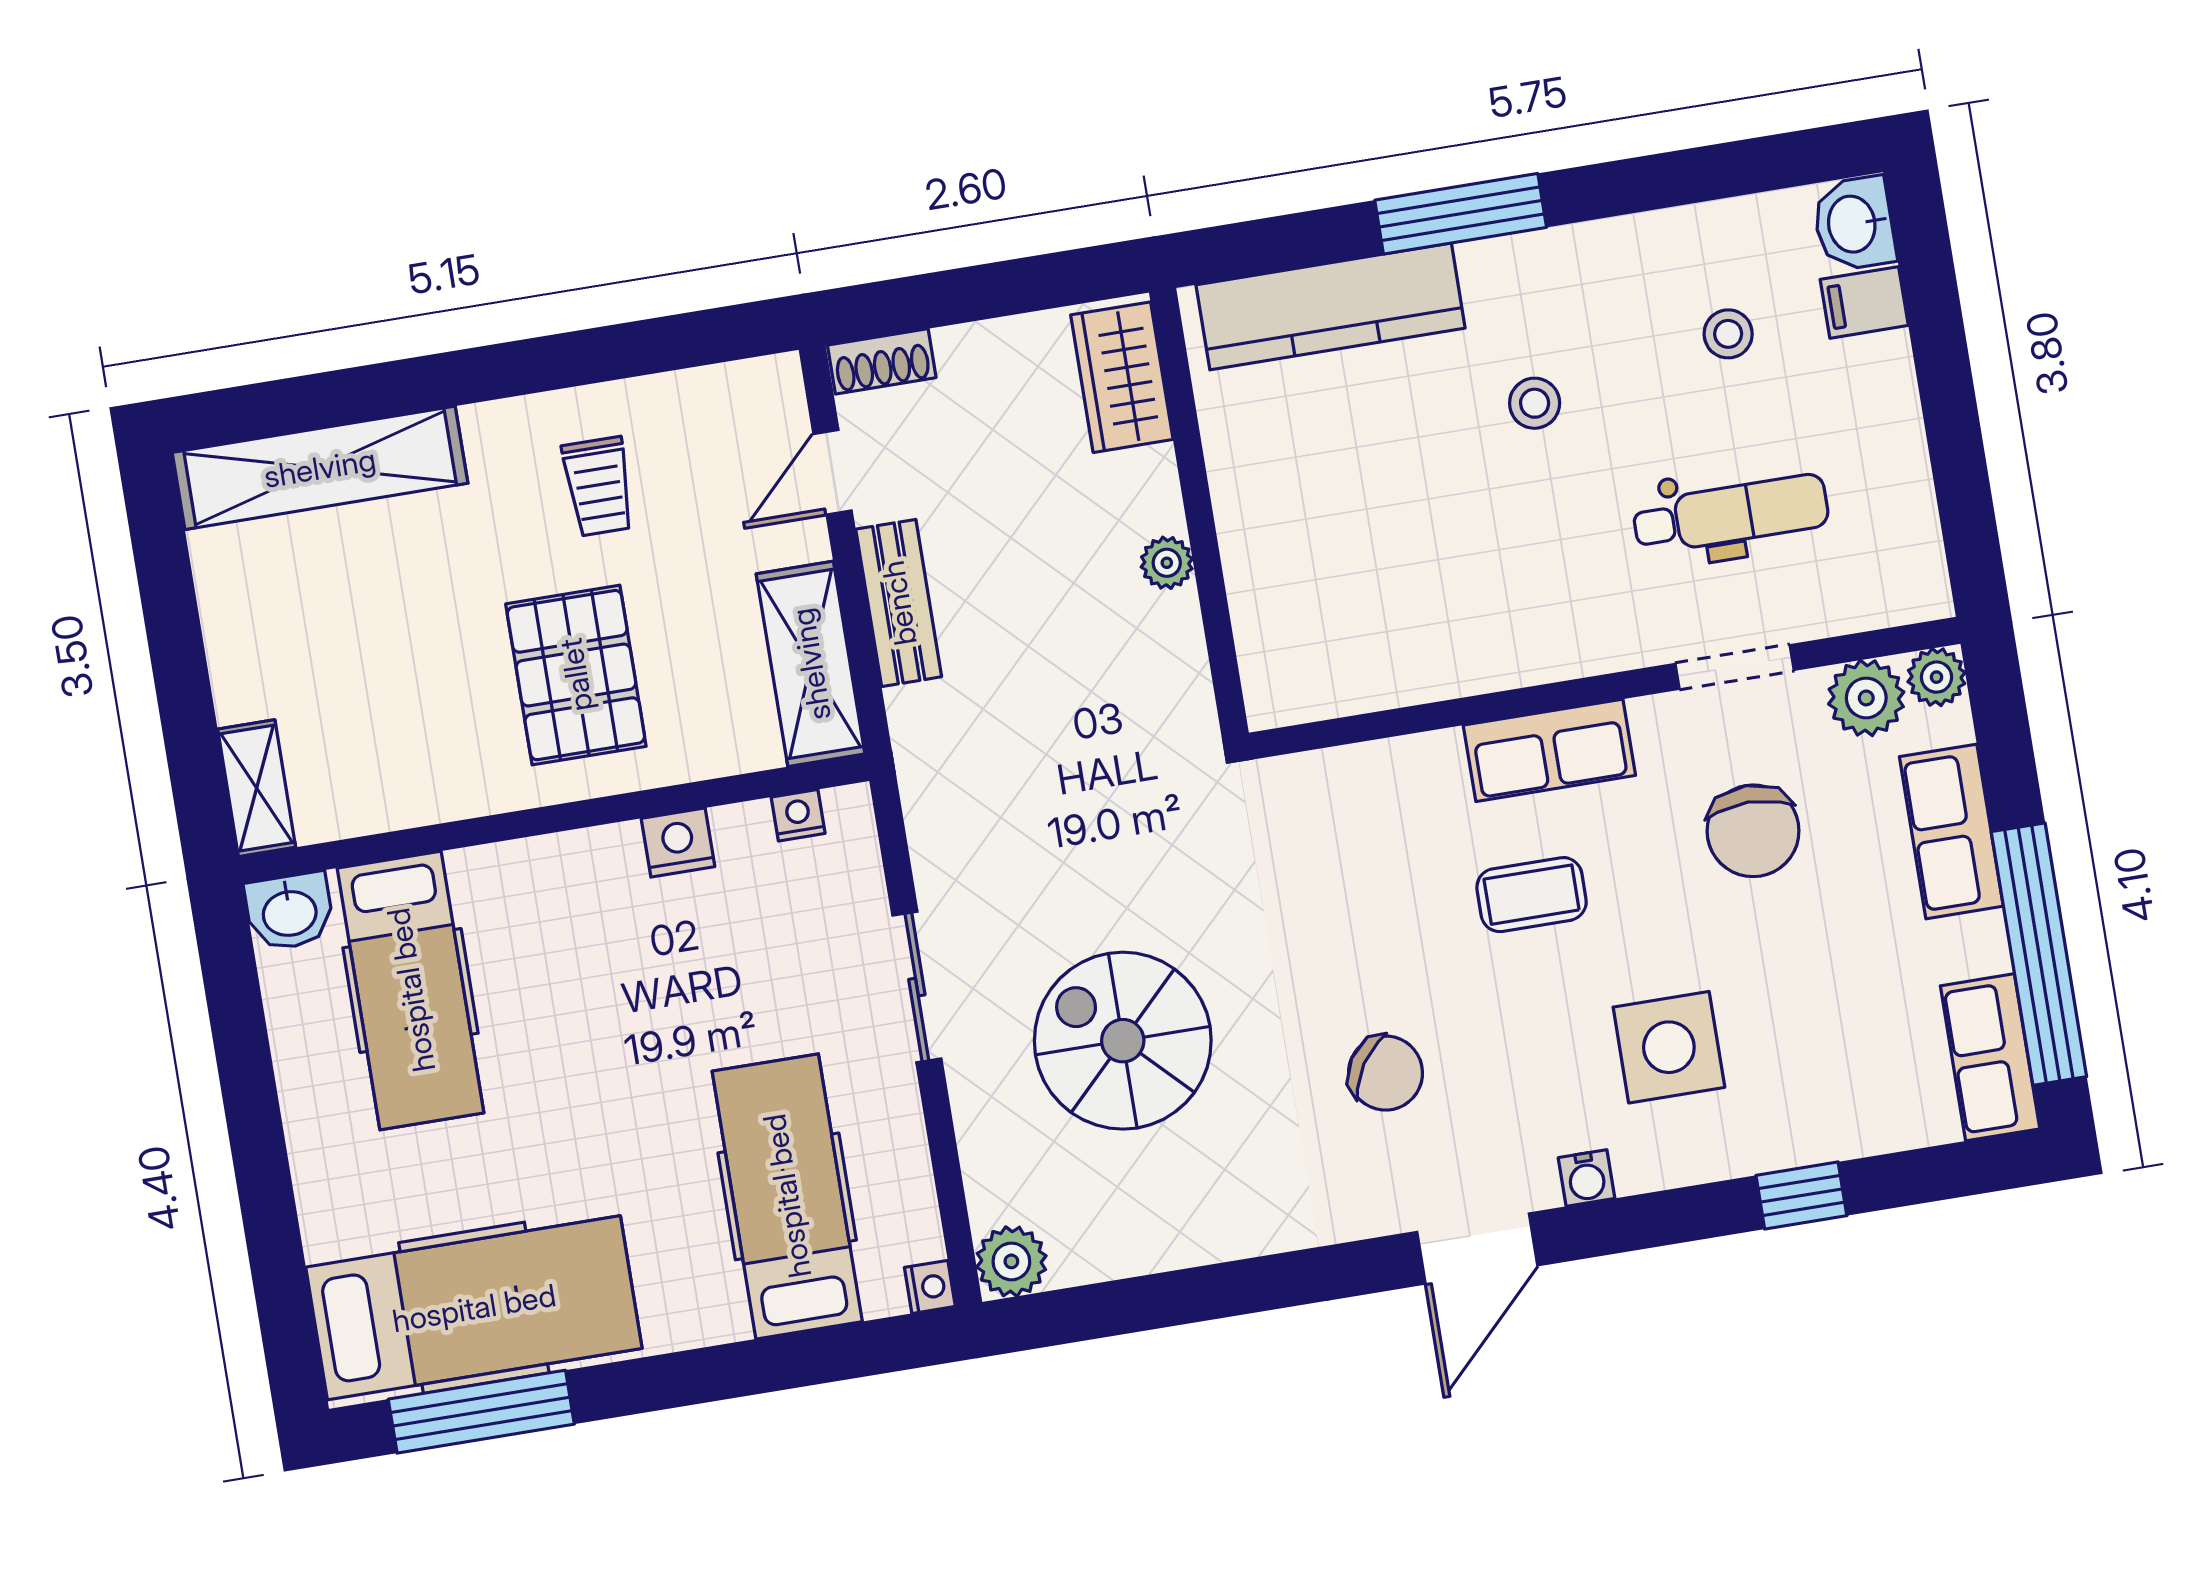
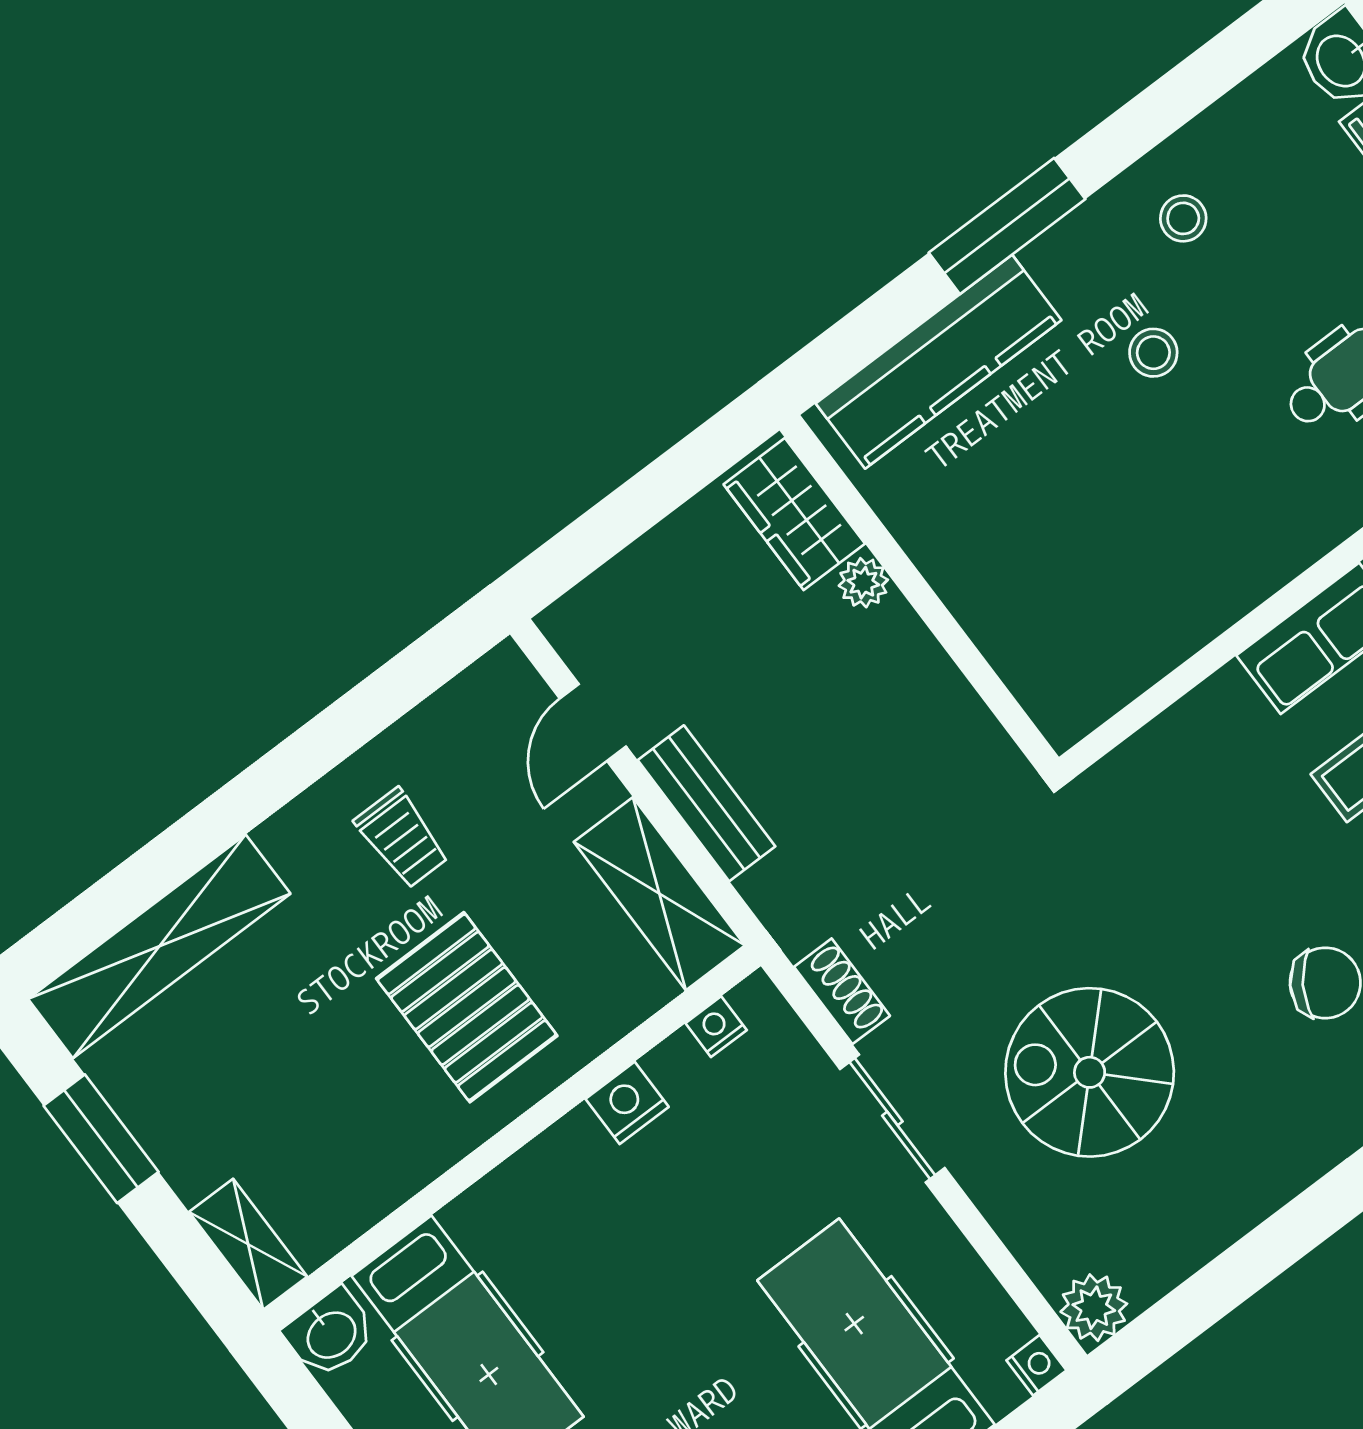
stool: (1728, 334) -> (1183, 218), moved
shoe rack: (882, 361) -> (842, 991), moved, turned -90
plant: (1167, 563) -> (863, 583), moved
window: (172, 618) -> (101, 1139), added

